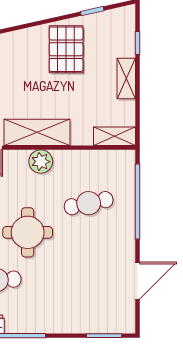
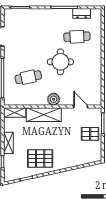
pallet: (66, 49) -> (40, 158), turned 90
shelving: (37, 132) -> (44, 115), moved

